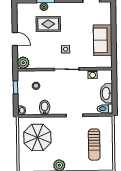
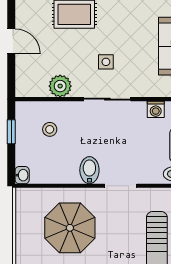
plant: (23, 63) -> (60, 86), moved
bidet: (45, 107) -> (89, 170), moved
parasol: (37, 137) -> (70, 228), moved

